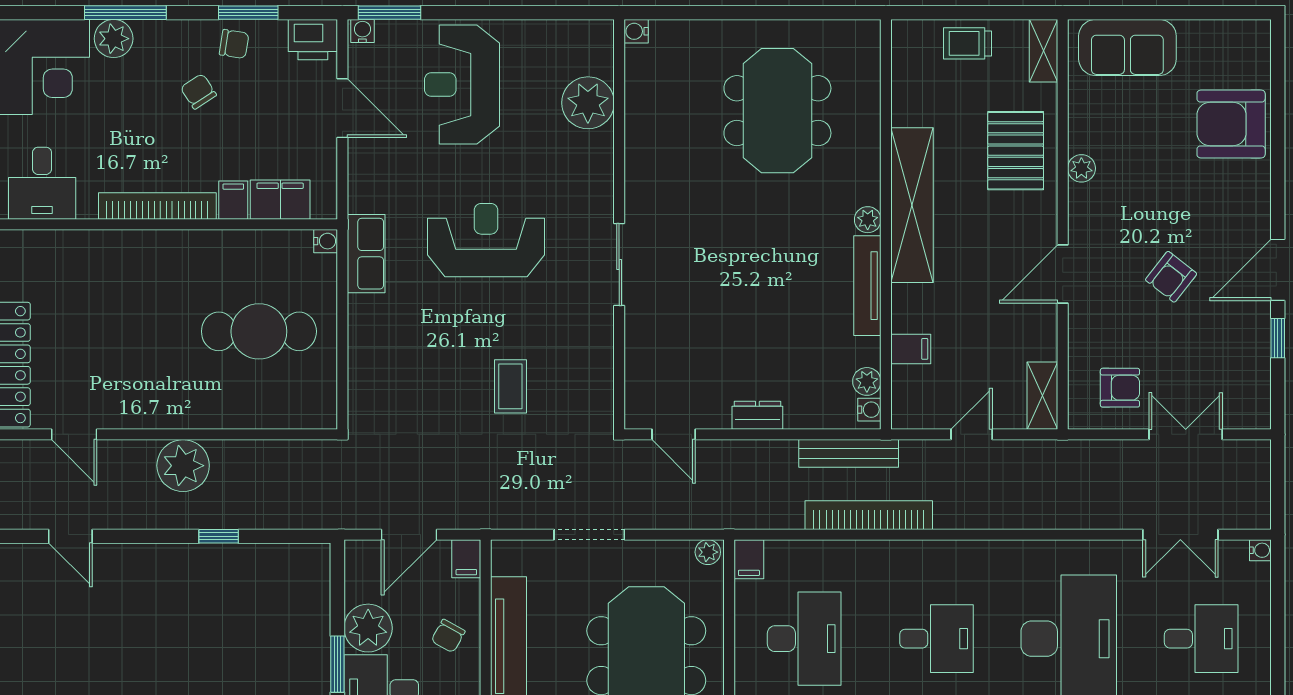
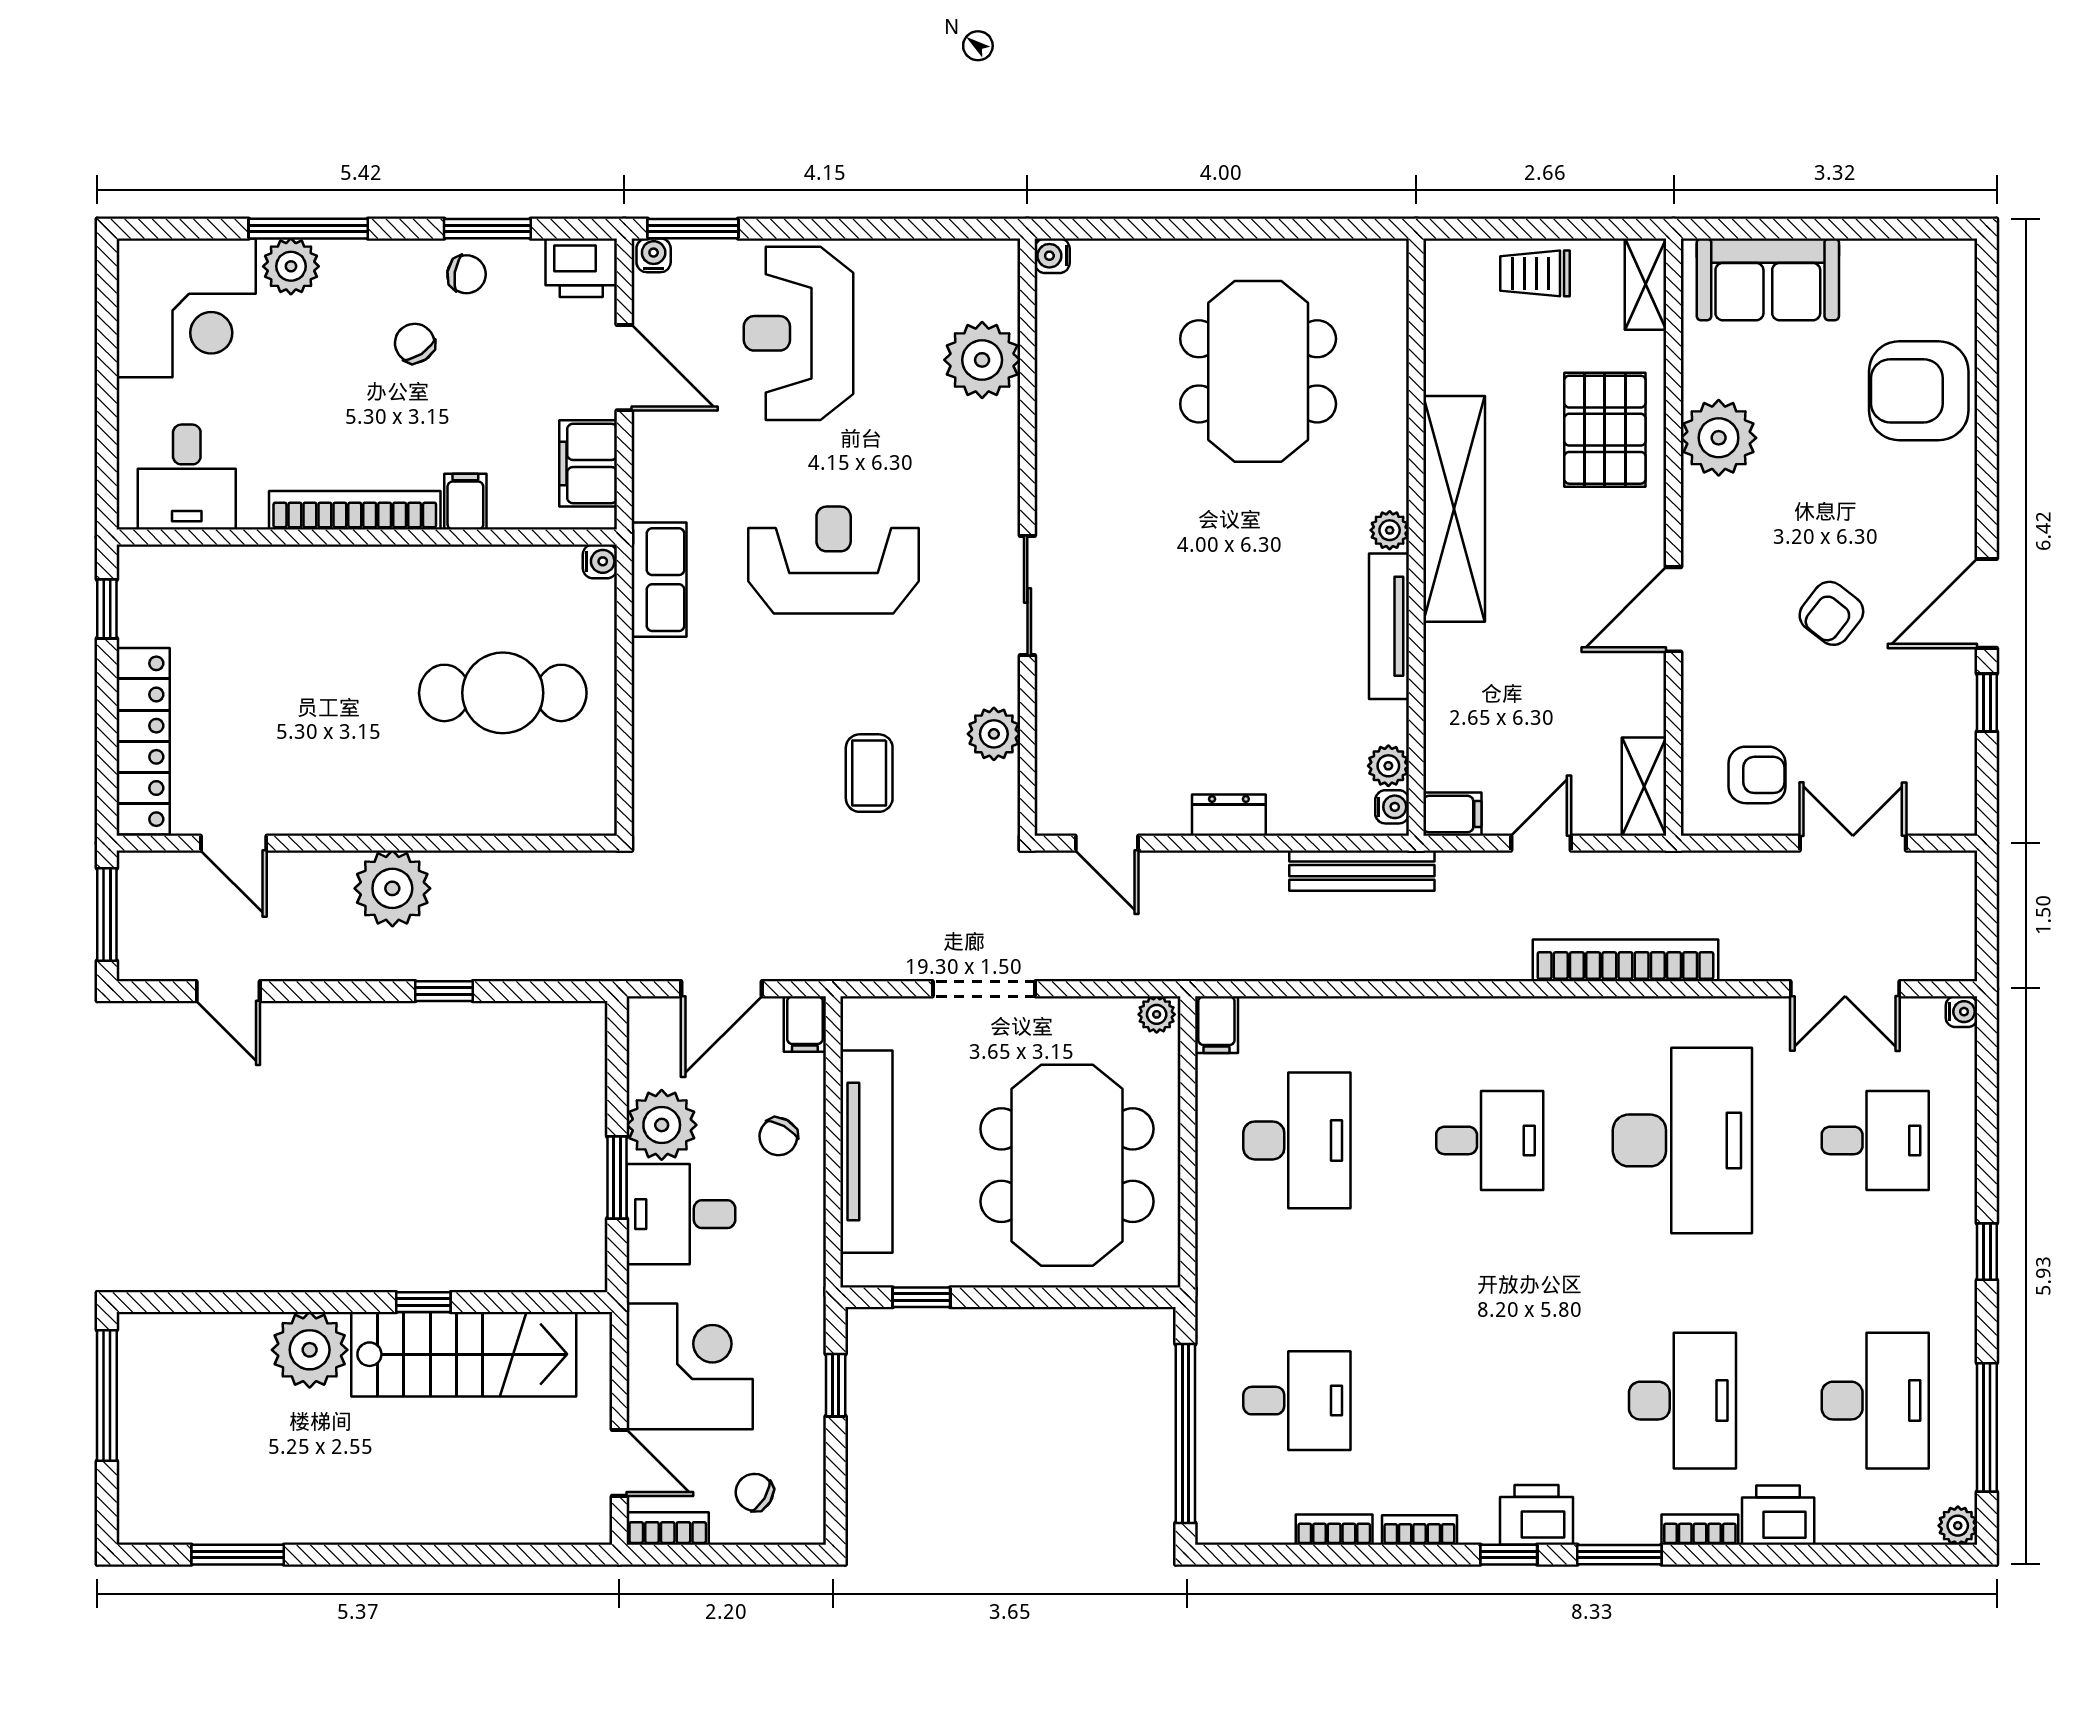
plant: (1081, 168) -> (1719, 438), width x1.88, depth x1.88
filing cabinet: (280, 200) -> (588, 463), moved, turned -90
filing cabinet: (911, 349) -> (1452, 814), moved
plant: (596, 360) -> (994, 734), added
bookcase: (869, 515) -> (1625, 960), moved

